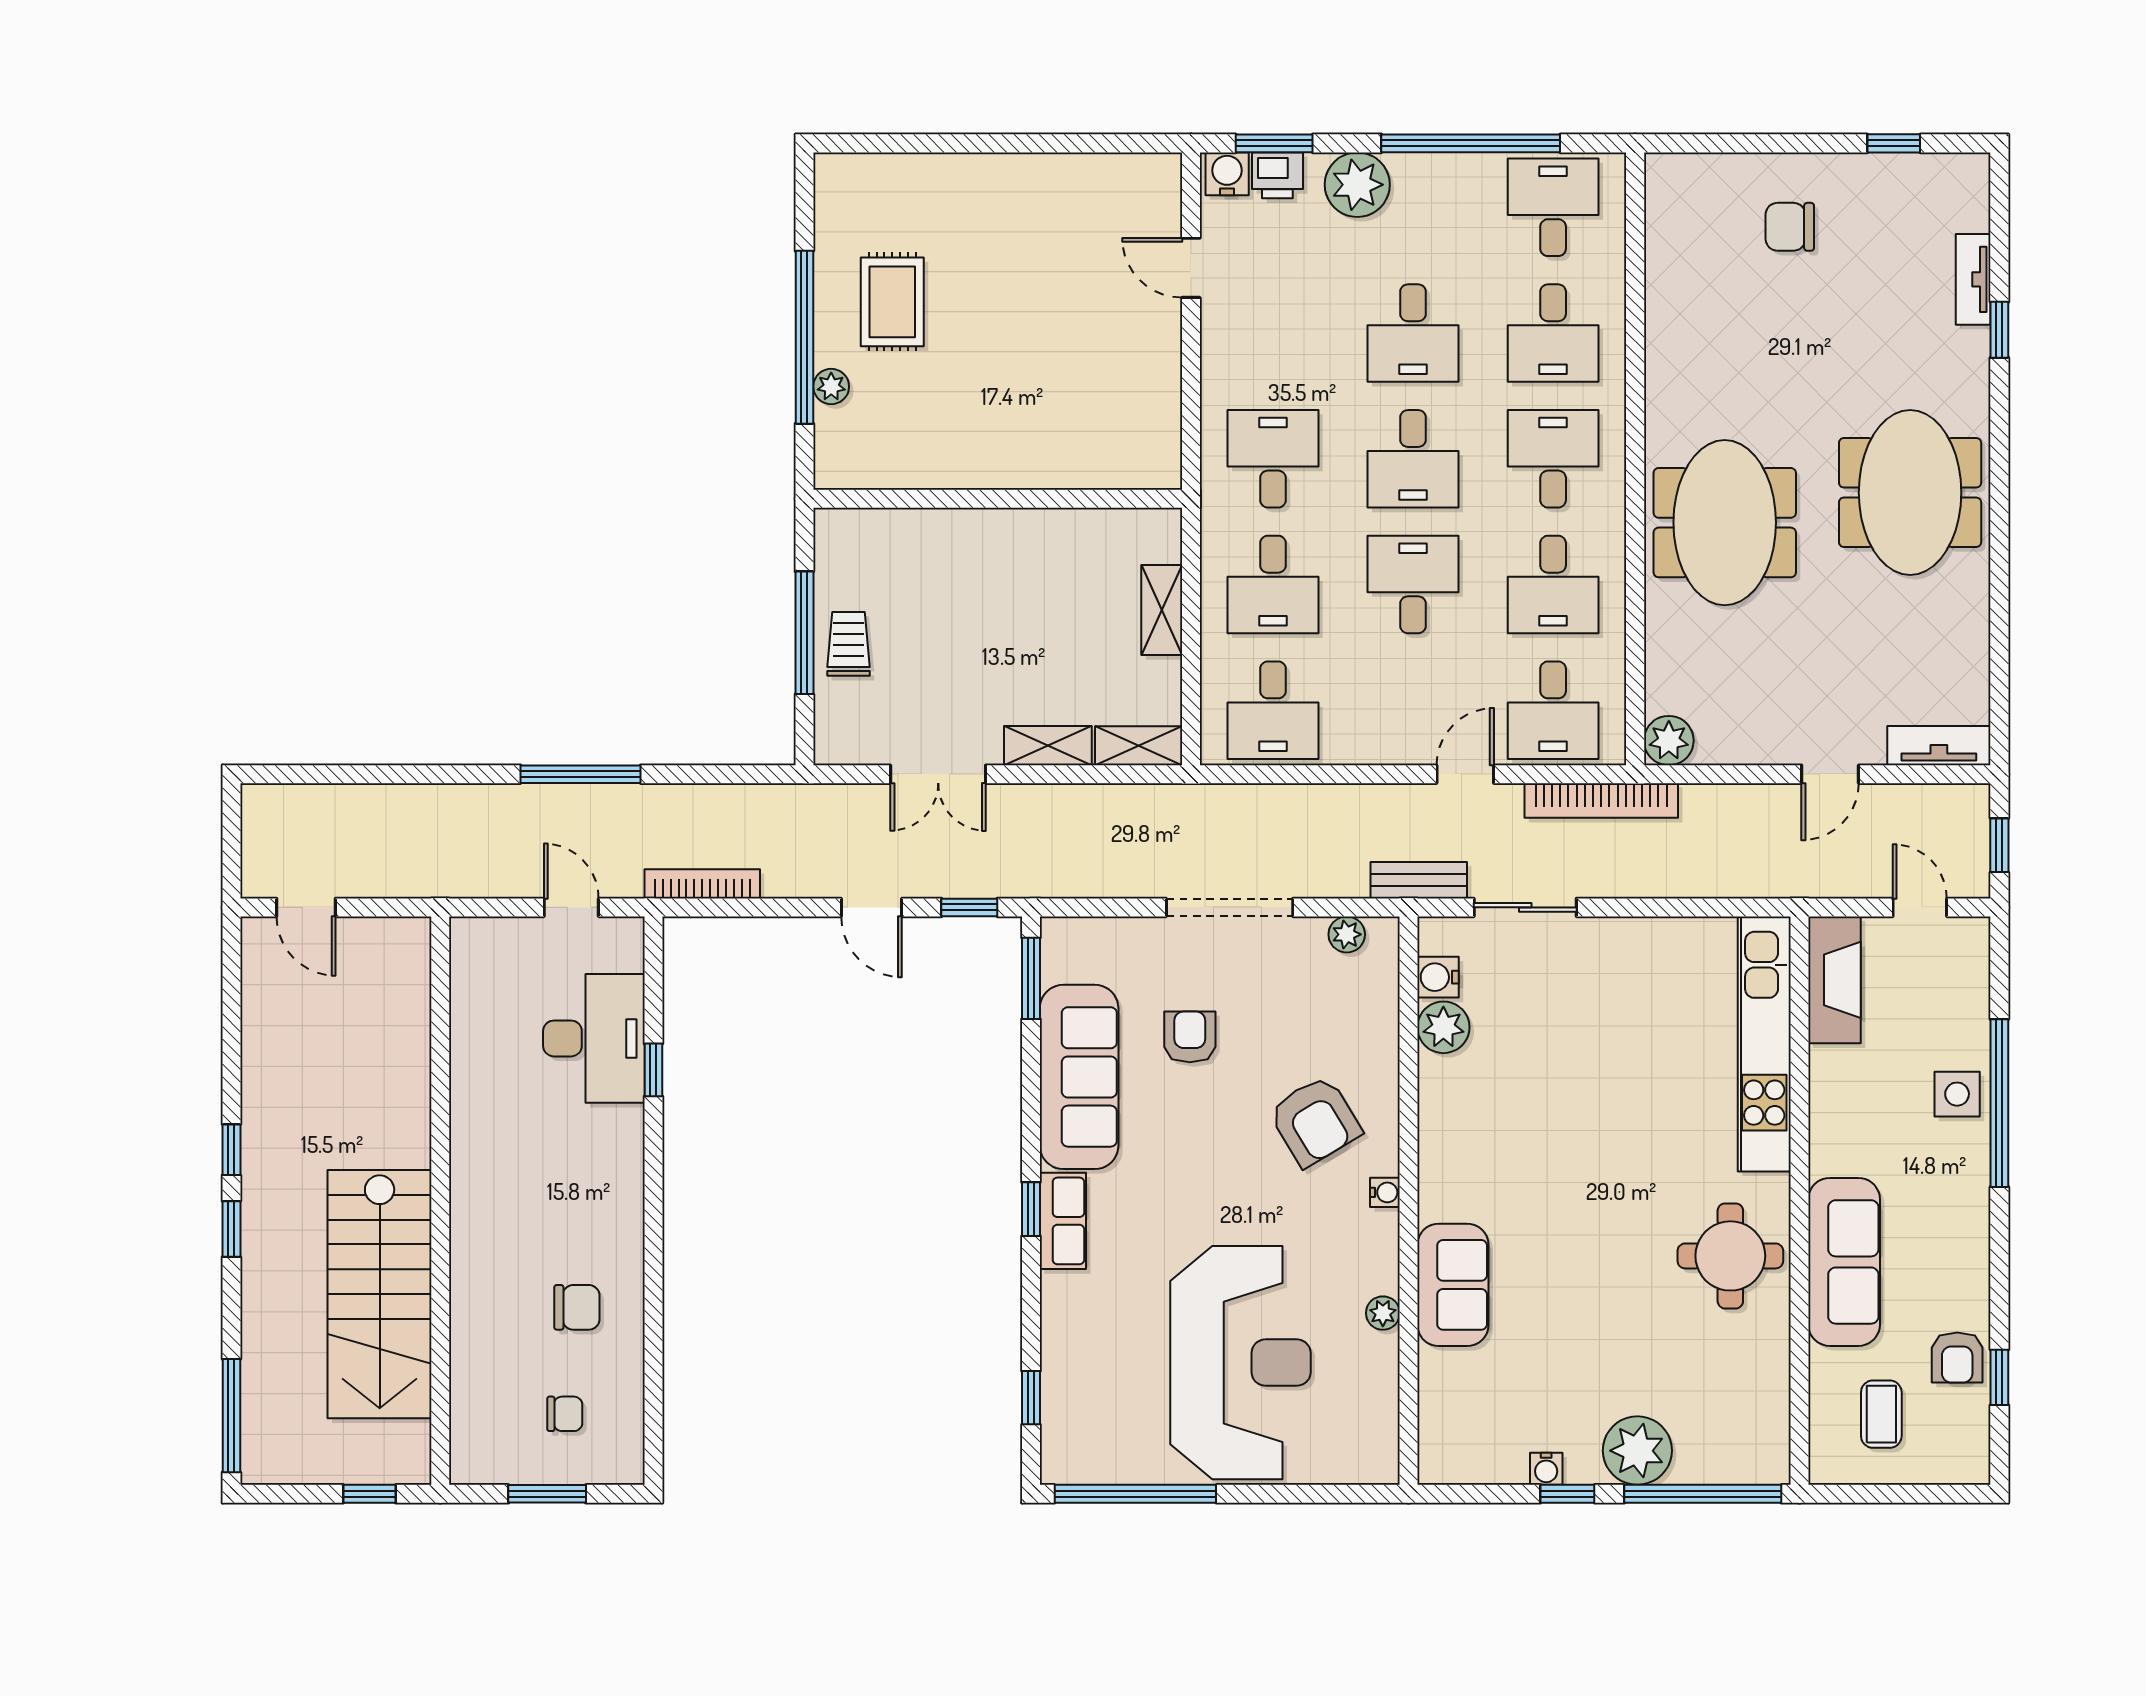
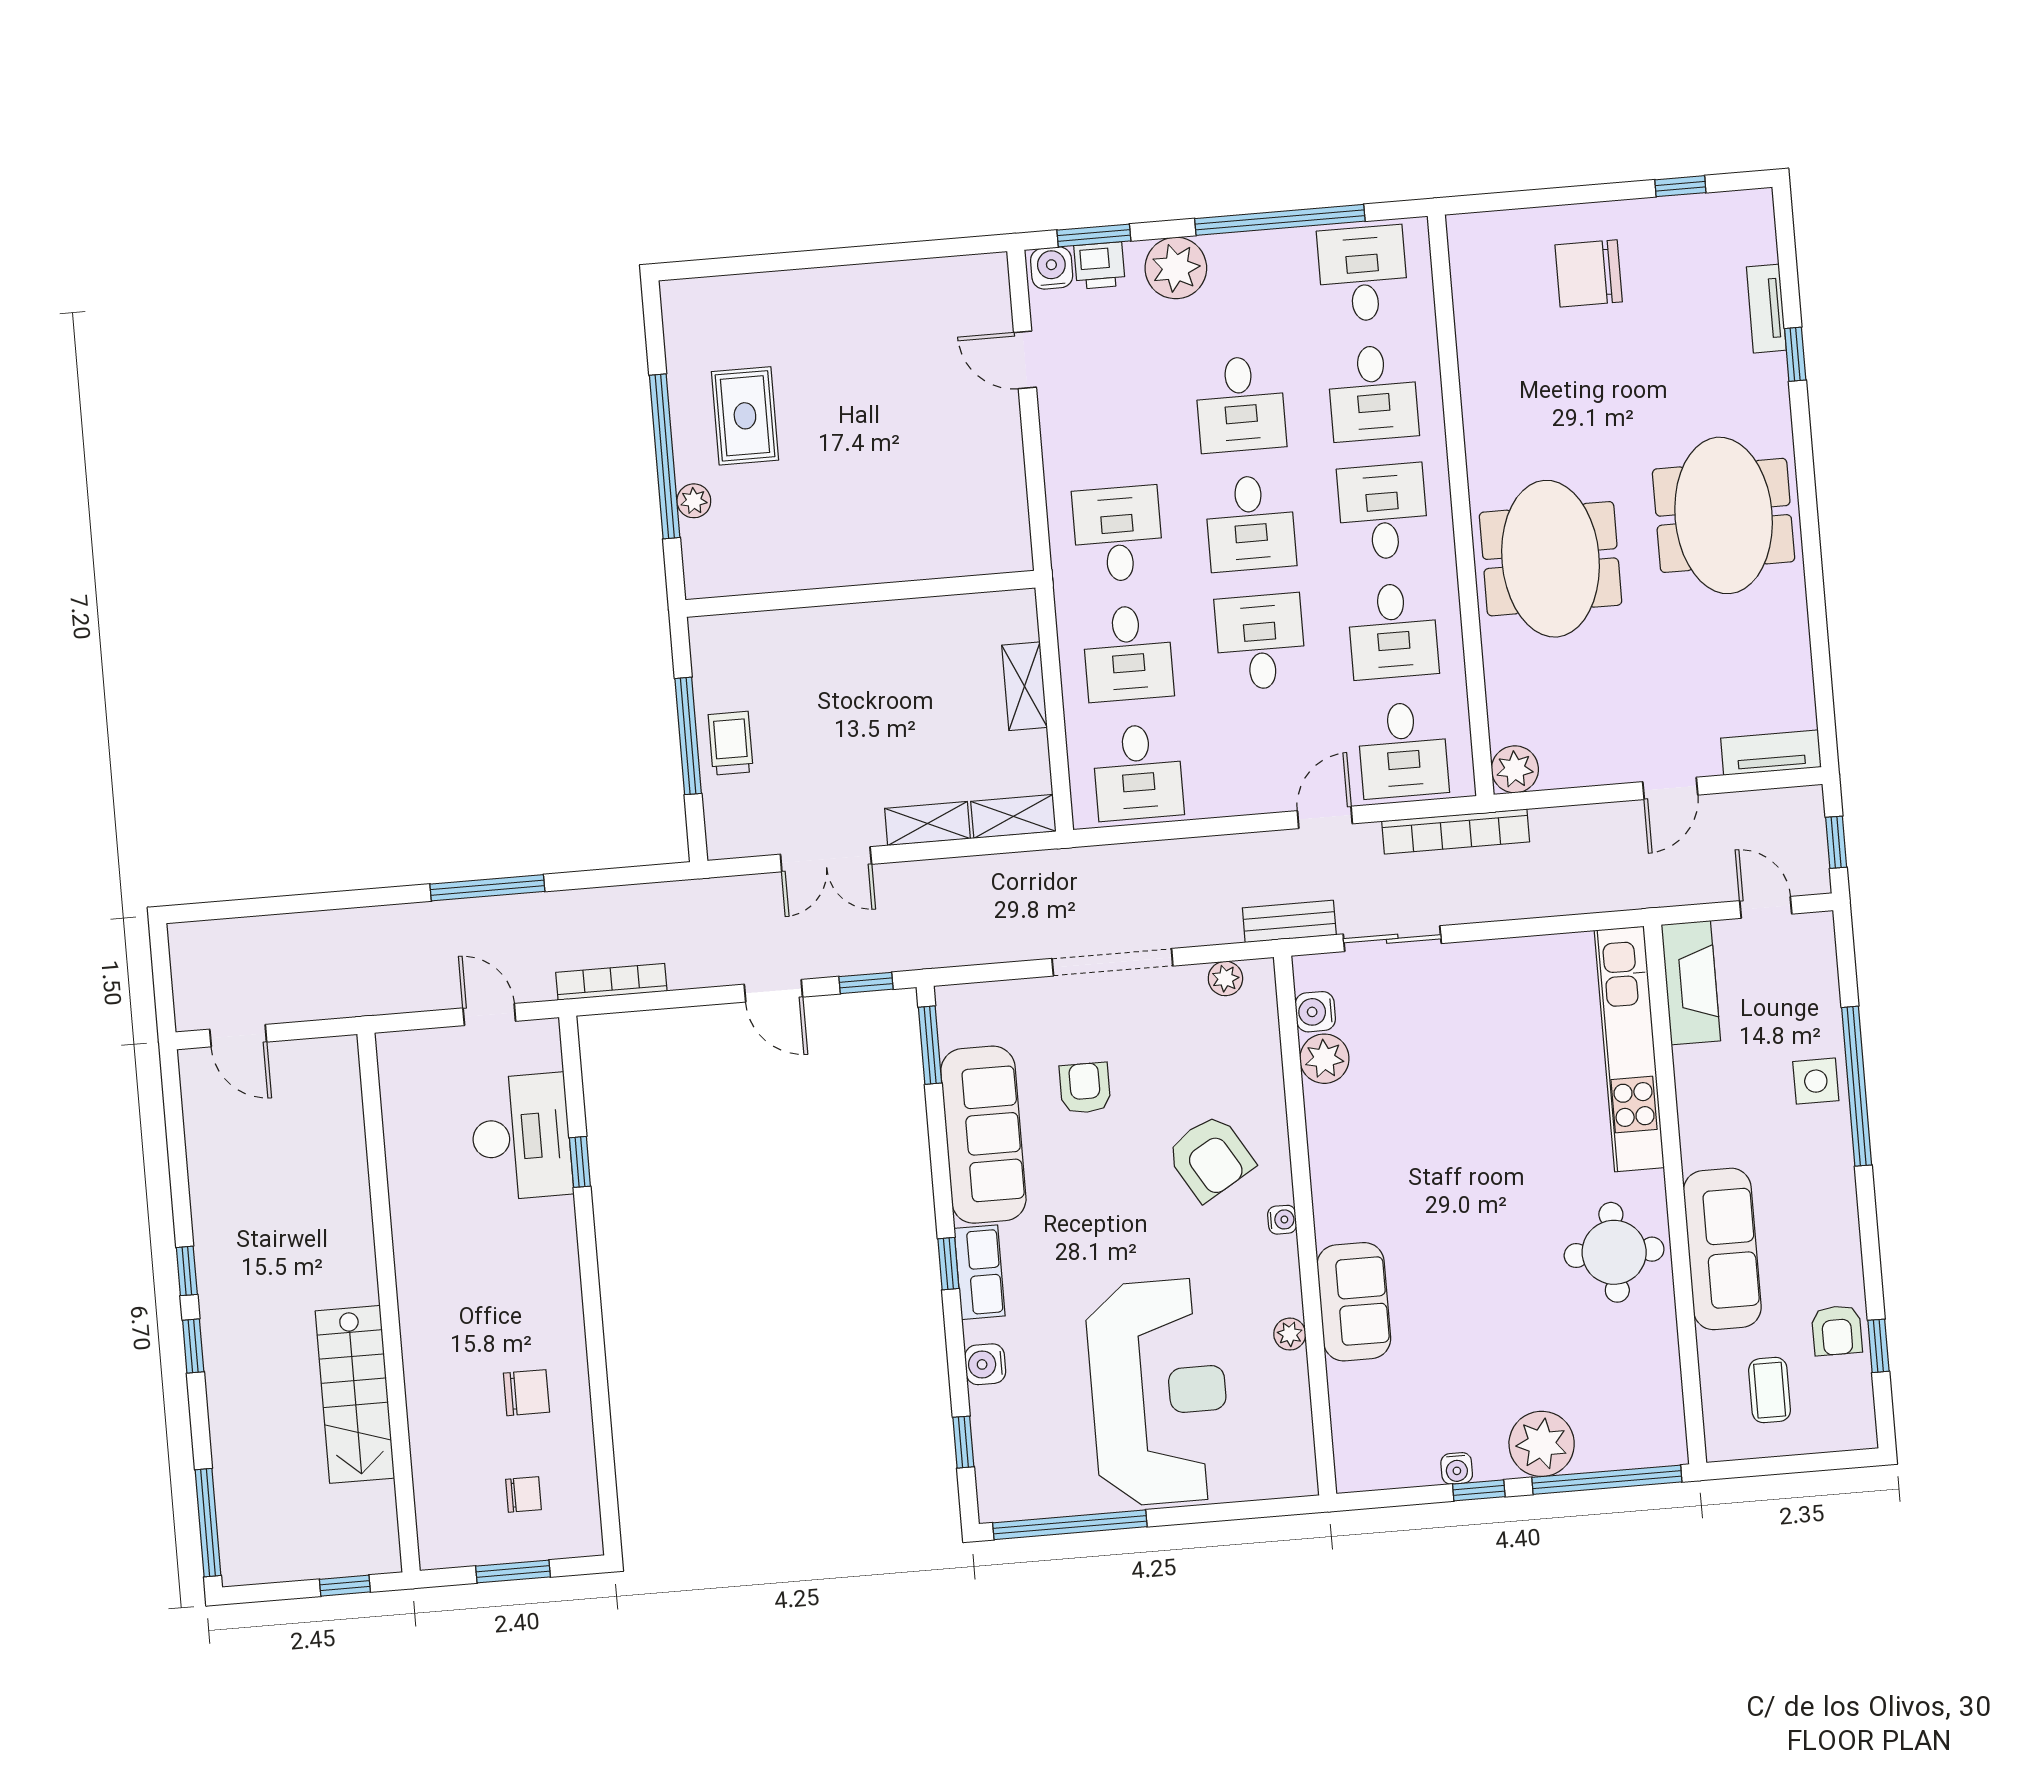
chair: (1790, 227) -> (1589, 273), width x1.37, depth x1.37
stairs: (380, 1294) -> (355, 1394), width x0.73, depth x0.66
water cooler: (1061, 1318) -> (985, 1364), added

